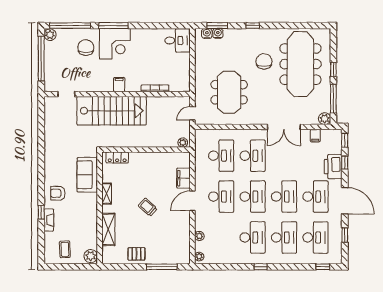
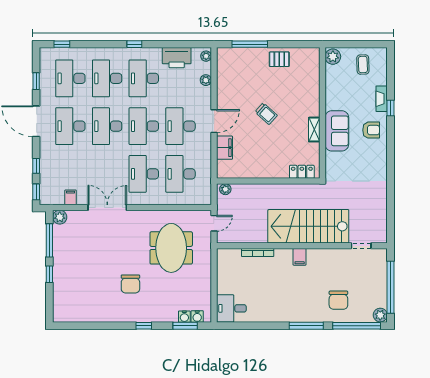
corner desk: (115, 44) -> (305, 305), removed
meeting table: (300, 64) -> (88, 281), removed
printer: (333, 167) -> (177, 58), moved, turned 90
sofa: (87, 175) -> (337, 131), moved
shelving: (108, 229) -> (312, 88), removed

